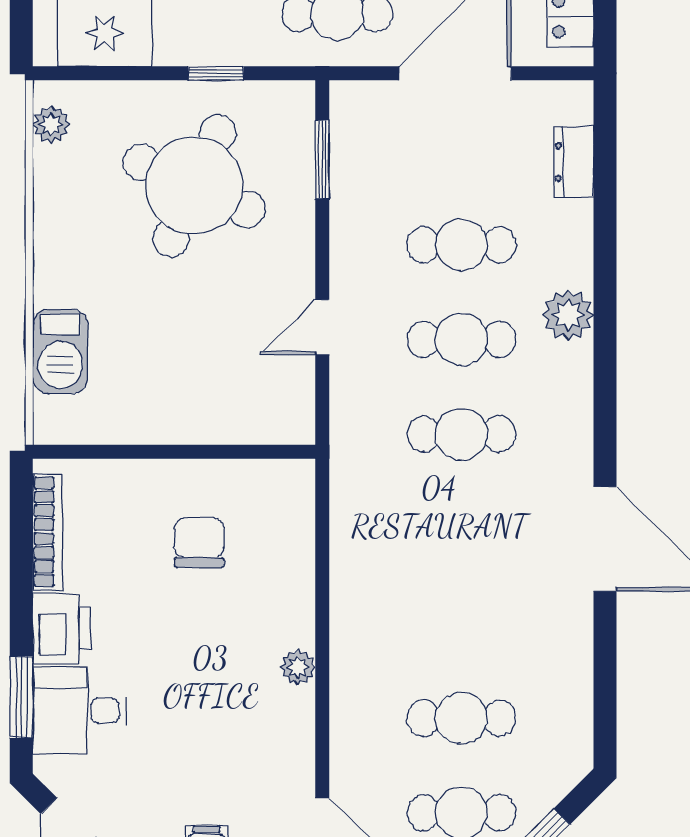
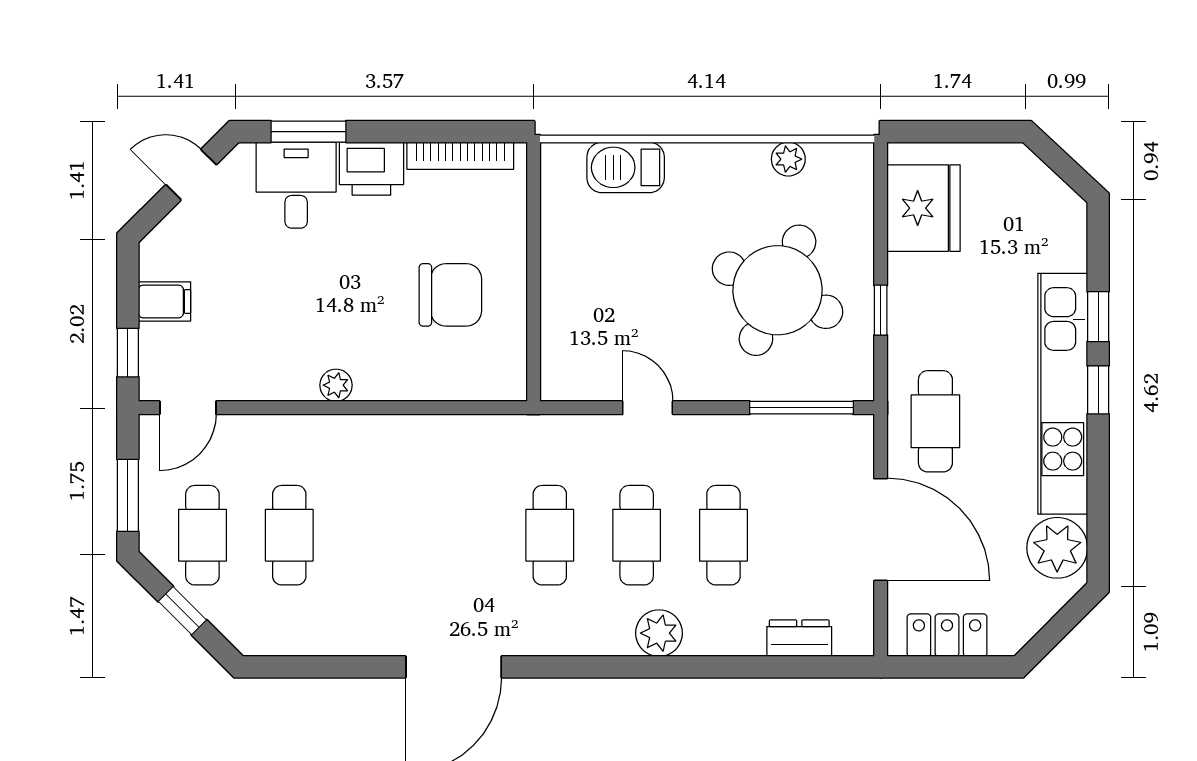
plant: (51, 124) -> (788, 159), moved
window: (322, 160) -> (802, 408), width x1.44
chair: (199, 542) -> (450, 295), width x1.37, depth x1.37

